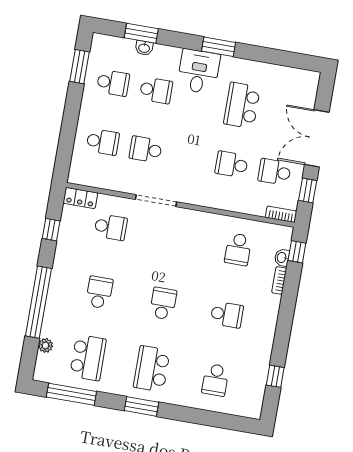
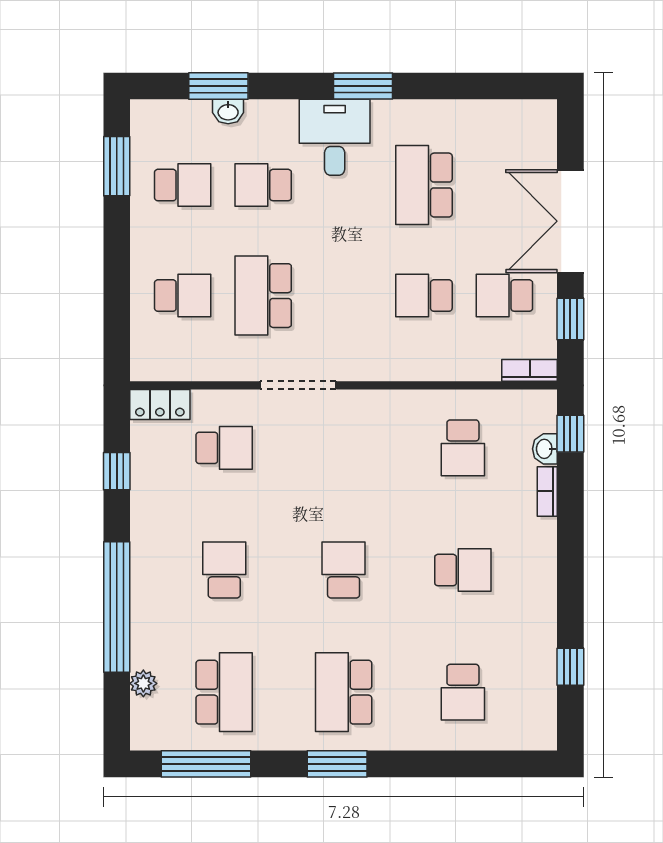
school desk: (156, 90) -> (263, 185), turned 180
school desk: (146, 149) -> (263, 296), width x1.85

